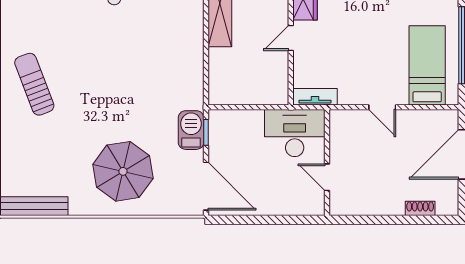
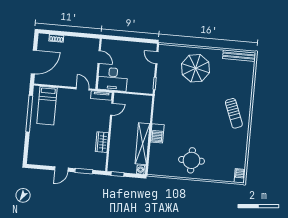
door: (291, 38) -> (112, 109), moved
door: (382, 107) -> (83, 89), moved
barbecue: (191, 130) -> (157, 133), moved
door: (206, 186) -> (157, 58), width x0.53

